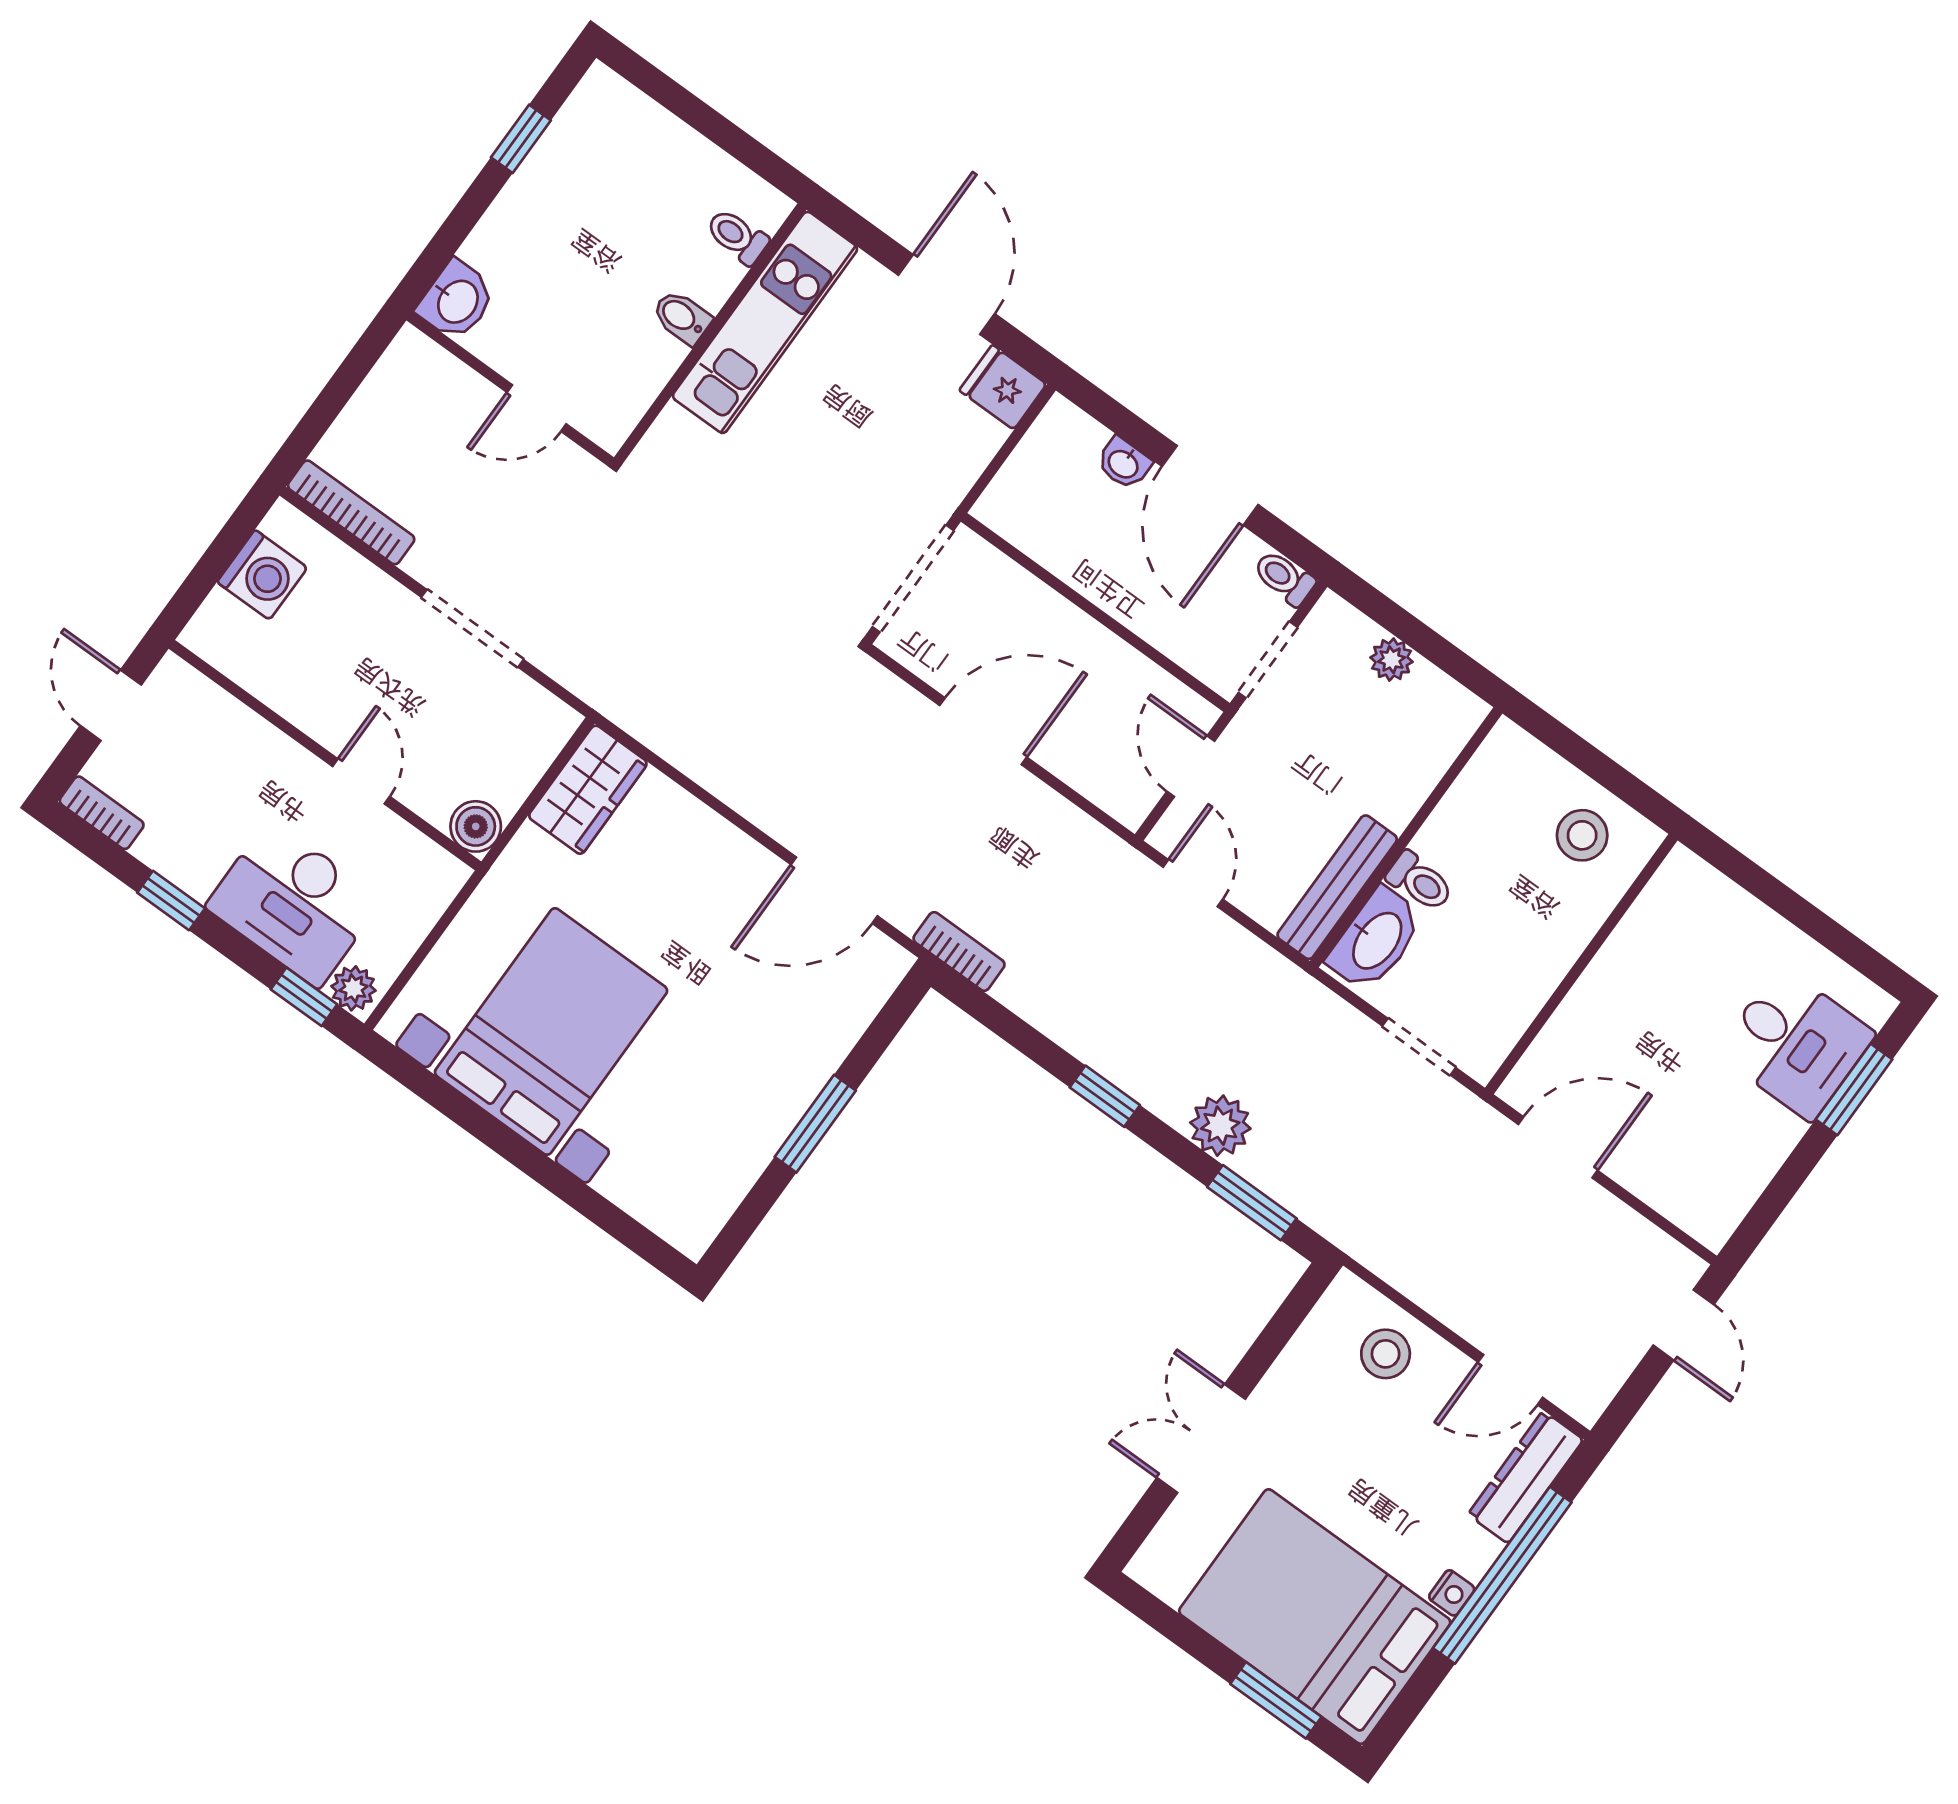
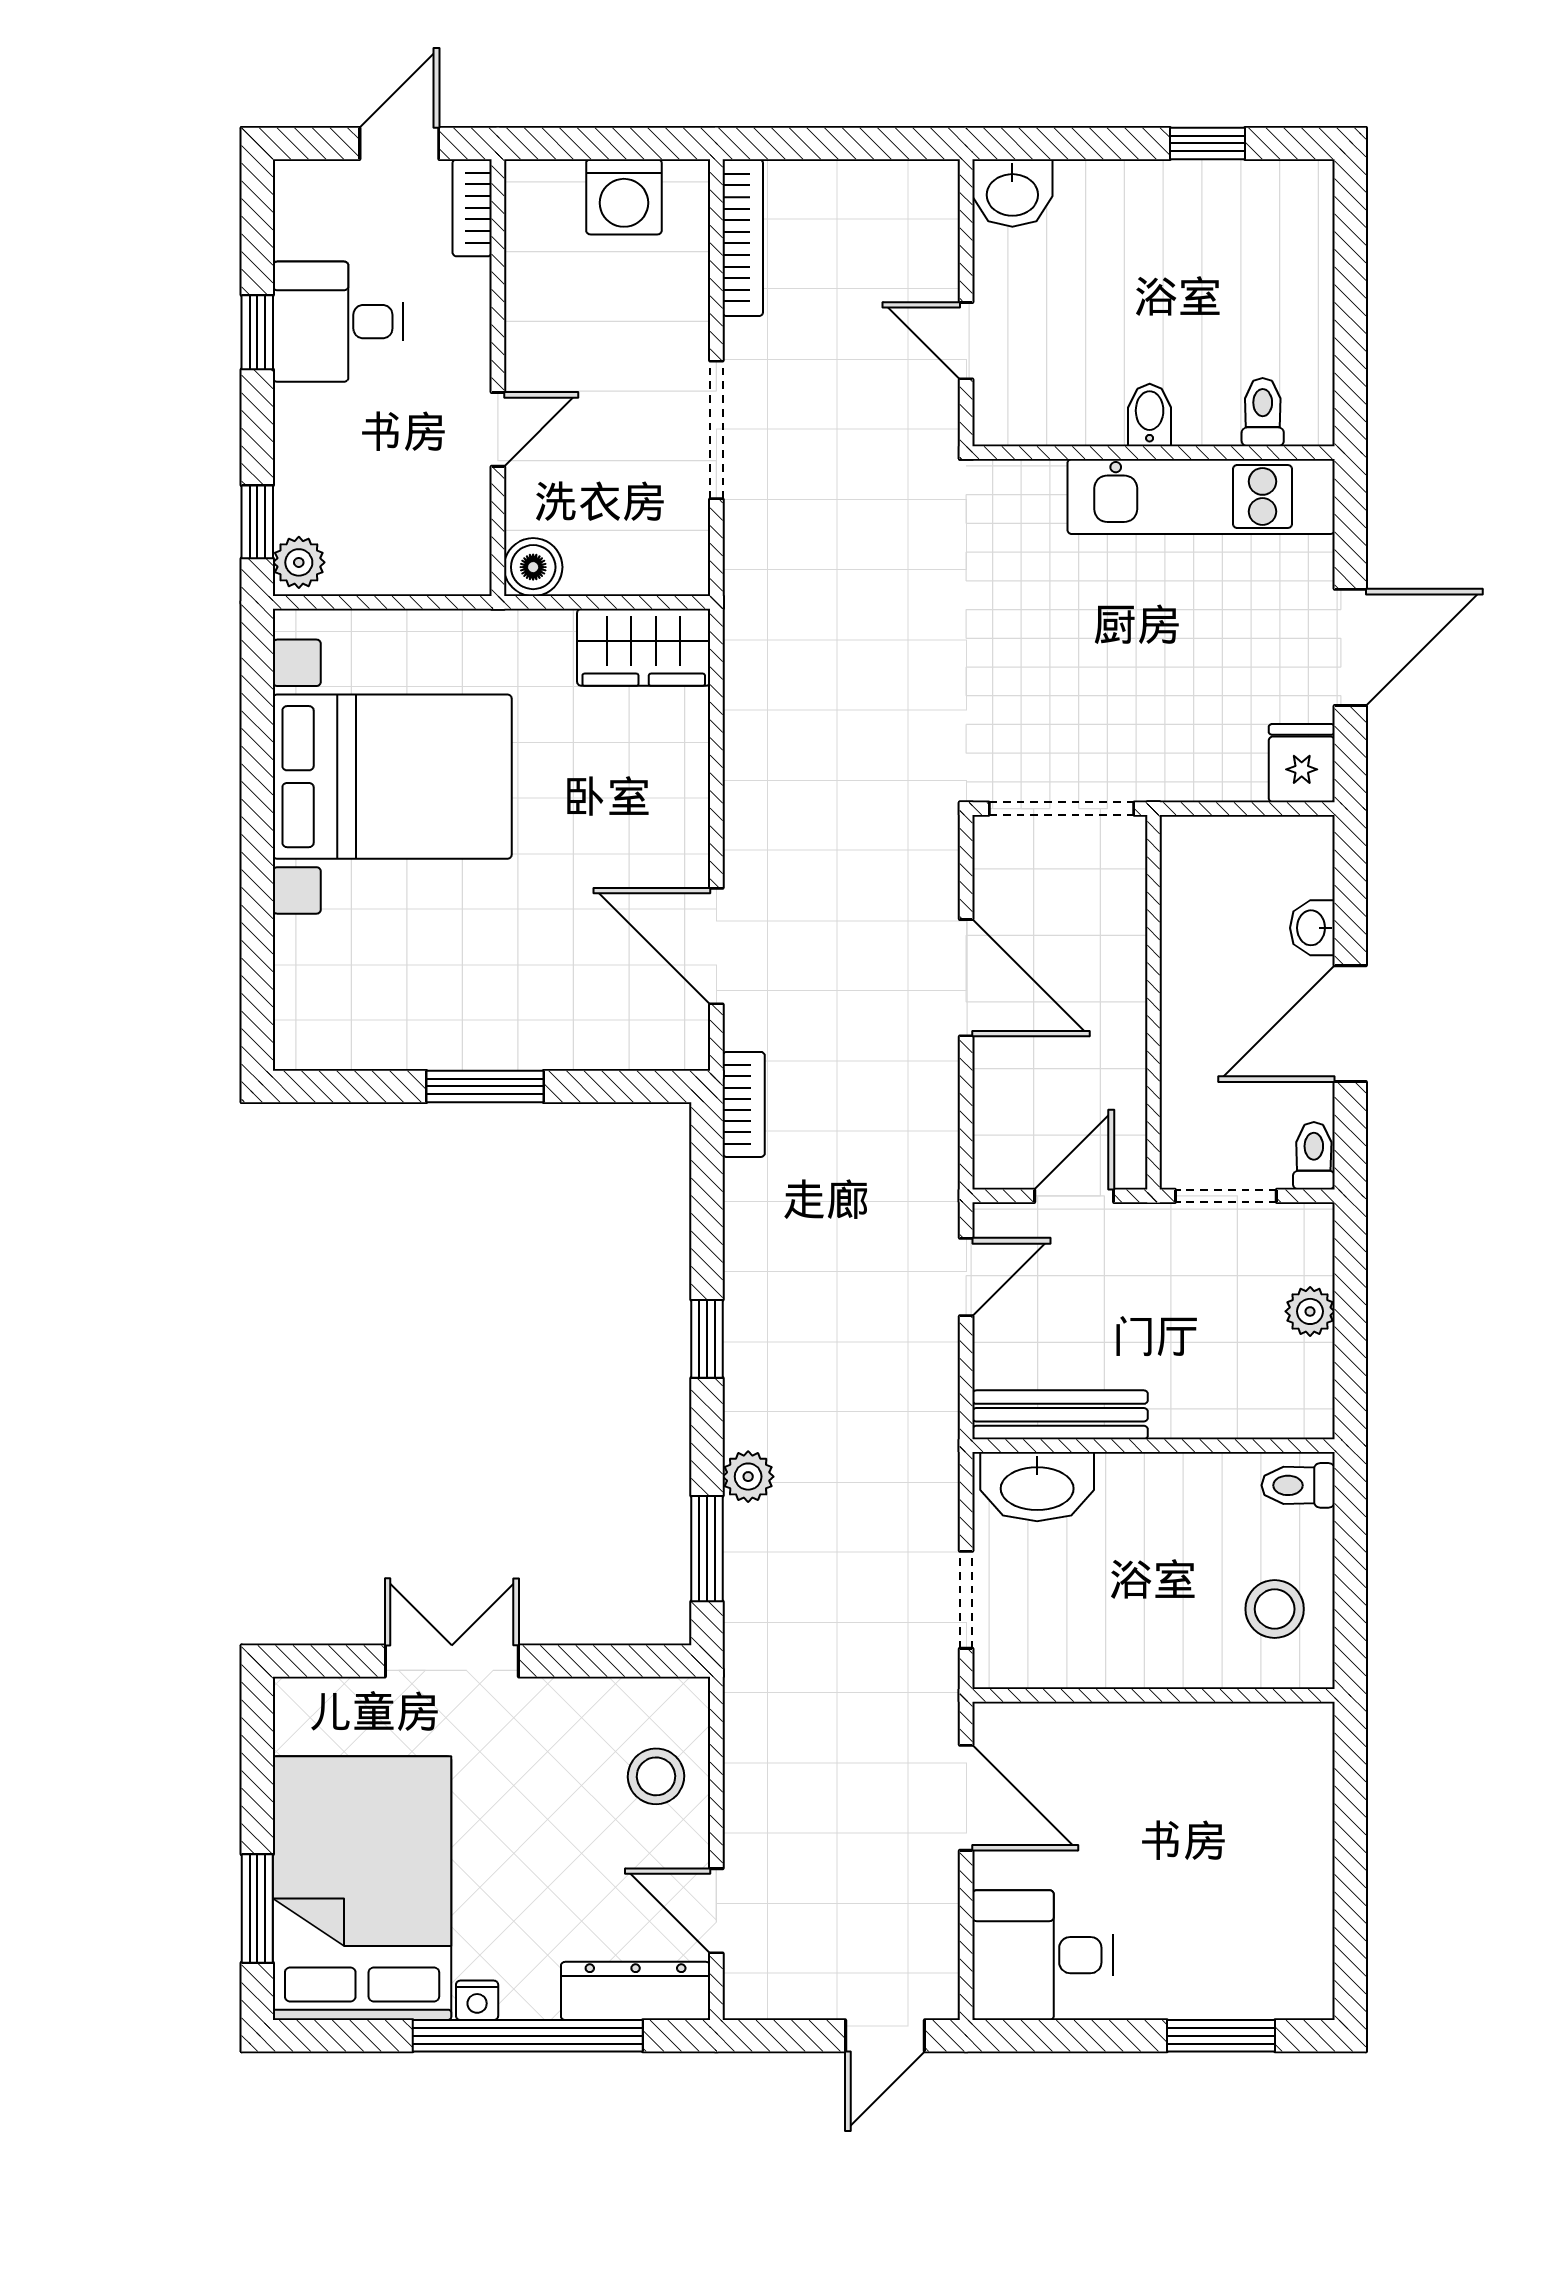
bookcase: (102, 813) -> (472, 208), moved, turned 180
toilet: (1420, 882) -> (1298, 1485), moved, turned 90
desk: (294, 903) -> (338, 322), moved, width x0.73
desk: (1796, 1043) -> (1042, 1955), moved, turned 90
plant: (1220, 1126) -> (748, 1477), width x0.73, depth x0.73

